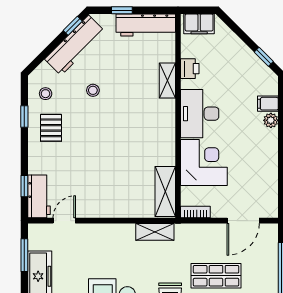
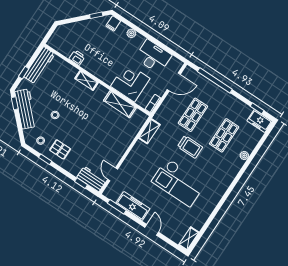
filing cabinet: (199, 24) -> (57, 37), removed
shelving: (167, 81) -> (87, 81), moved
filing cabinet: (268, 104) -> (113, 23), moved
desk: (200, 114) -> (153, 56), moved, turned 180
shelving: (165, 192) -> (120, 104), moved
door: (243, 221) -> (174, 82), hinge flipped

